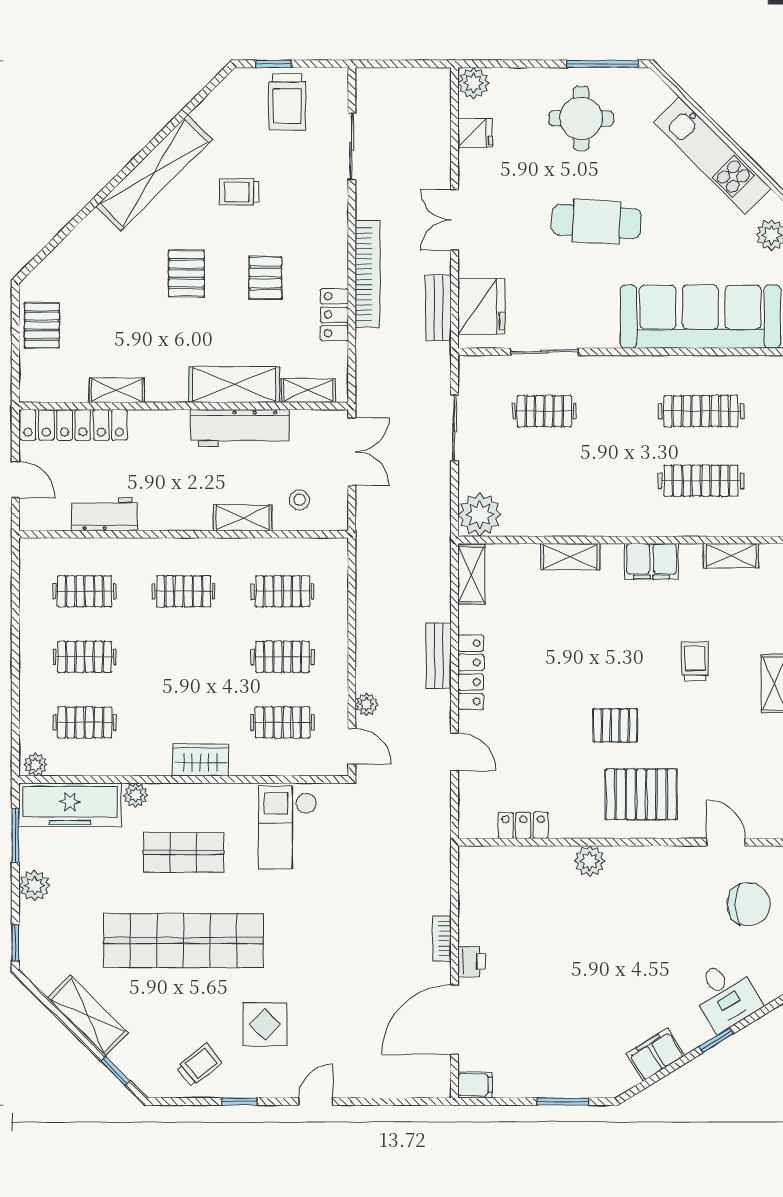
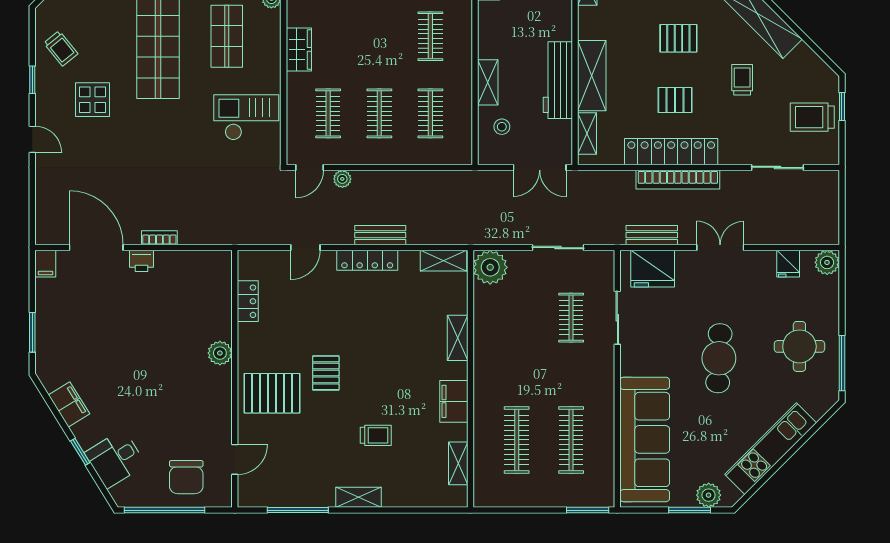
locker: (334, 315) -> (671, 152), width x2.16, depth x1.21
pallet: (641, 794) -> (272, 393), turned 90

